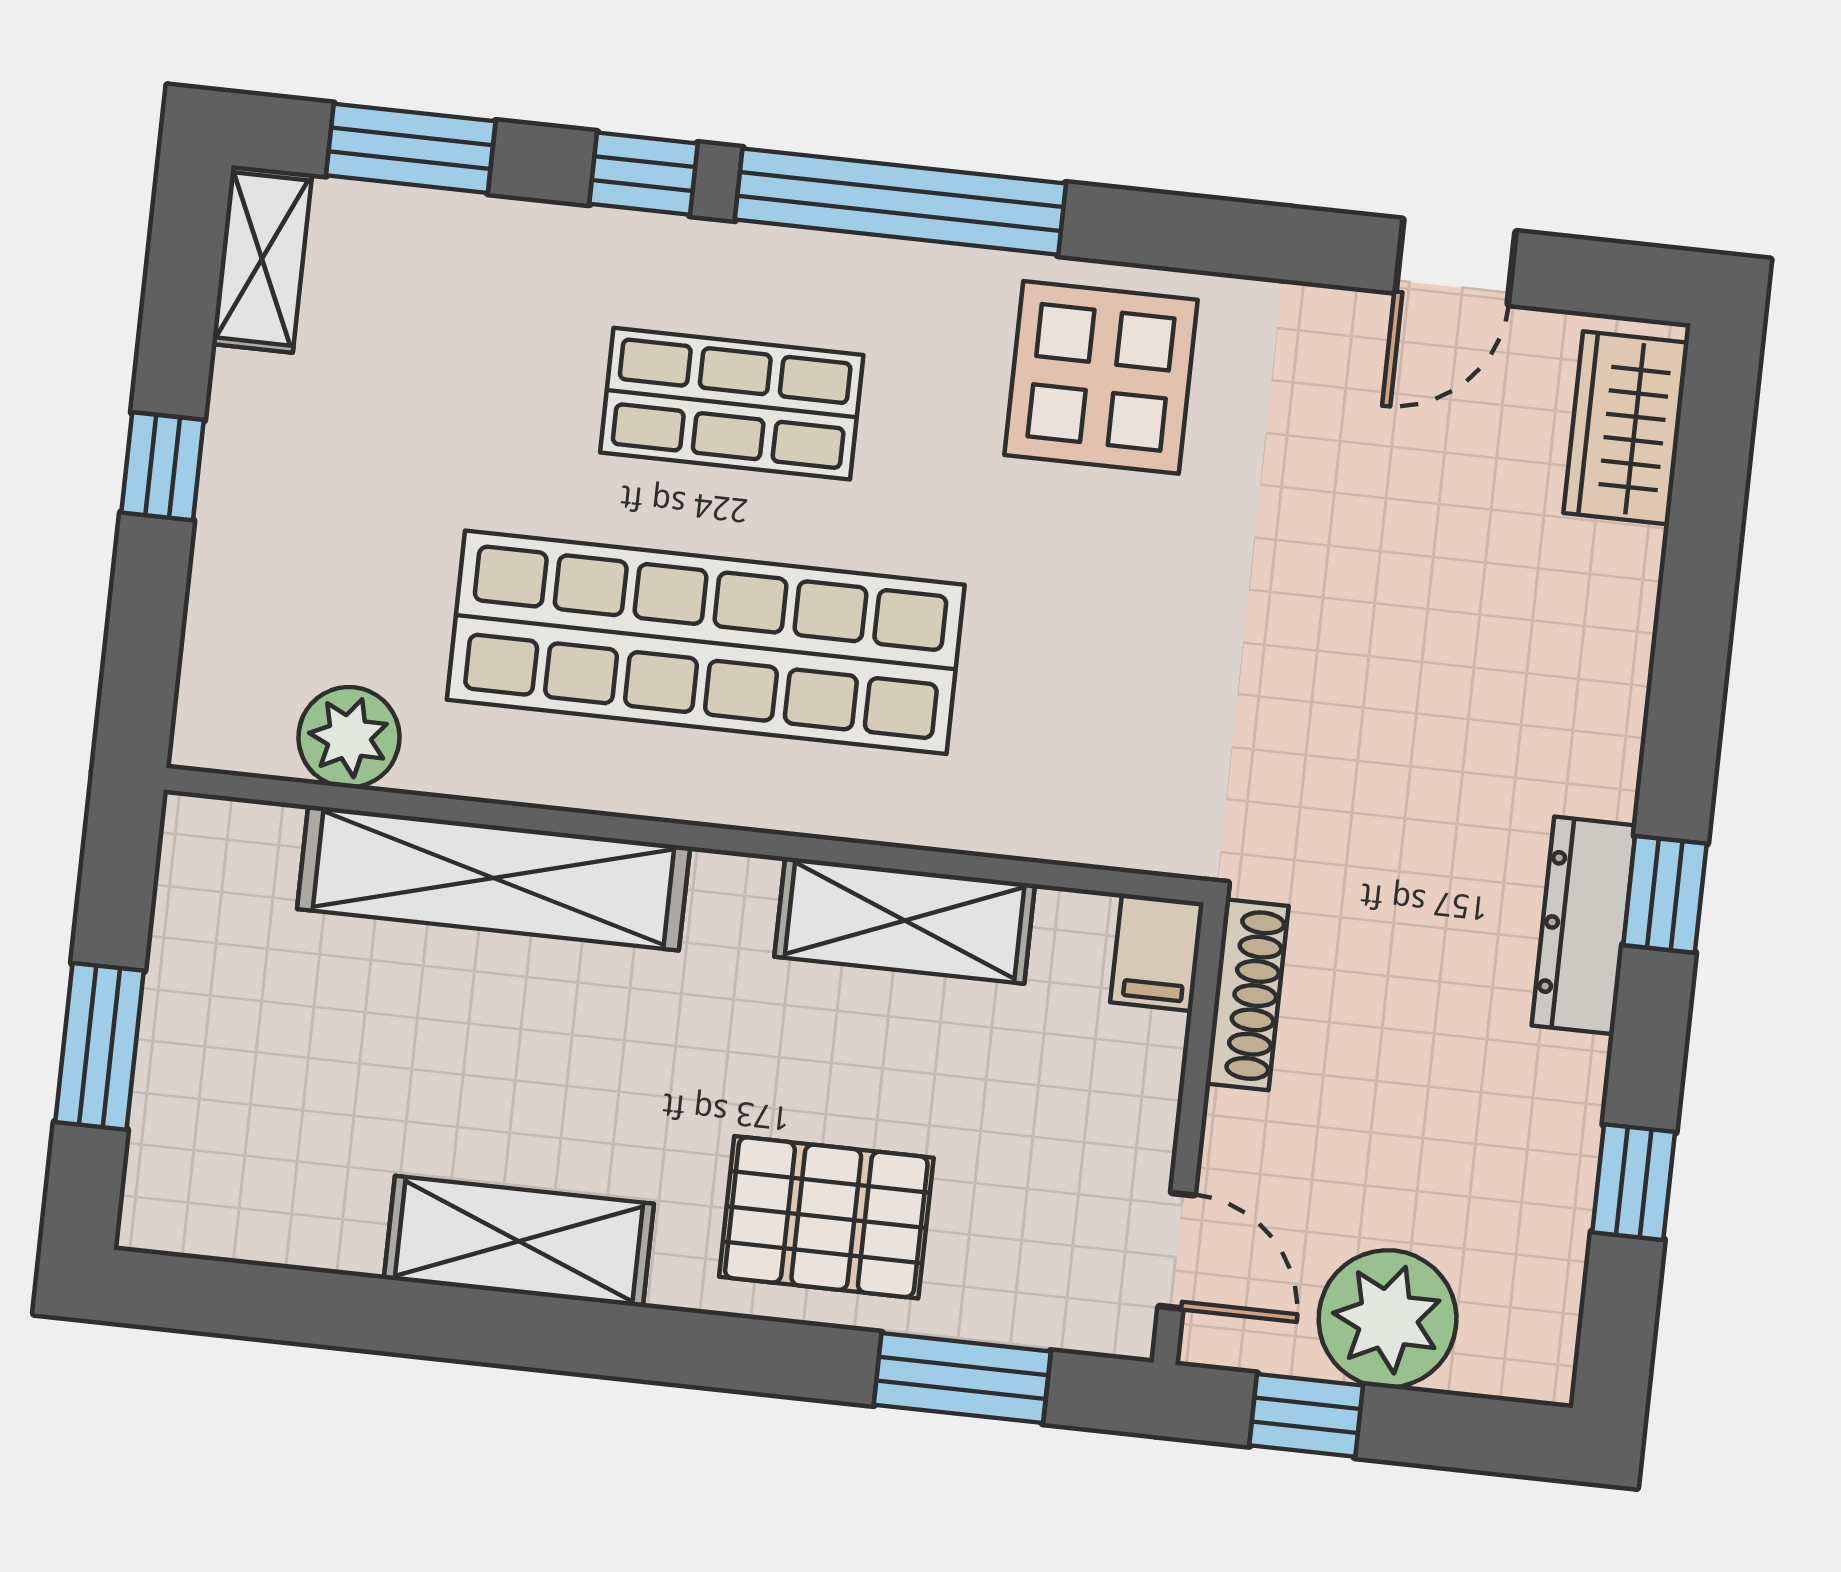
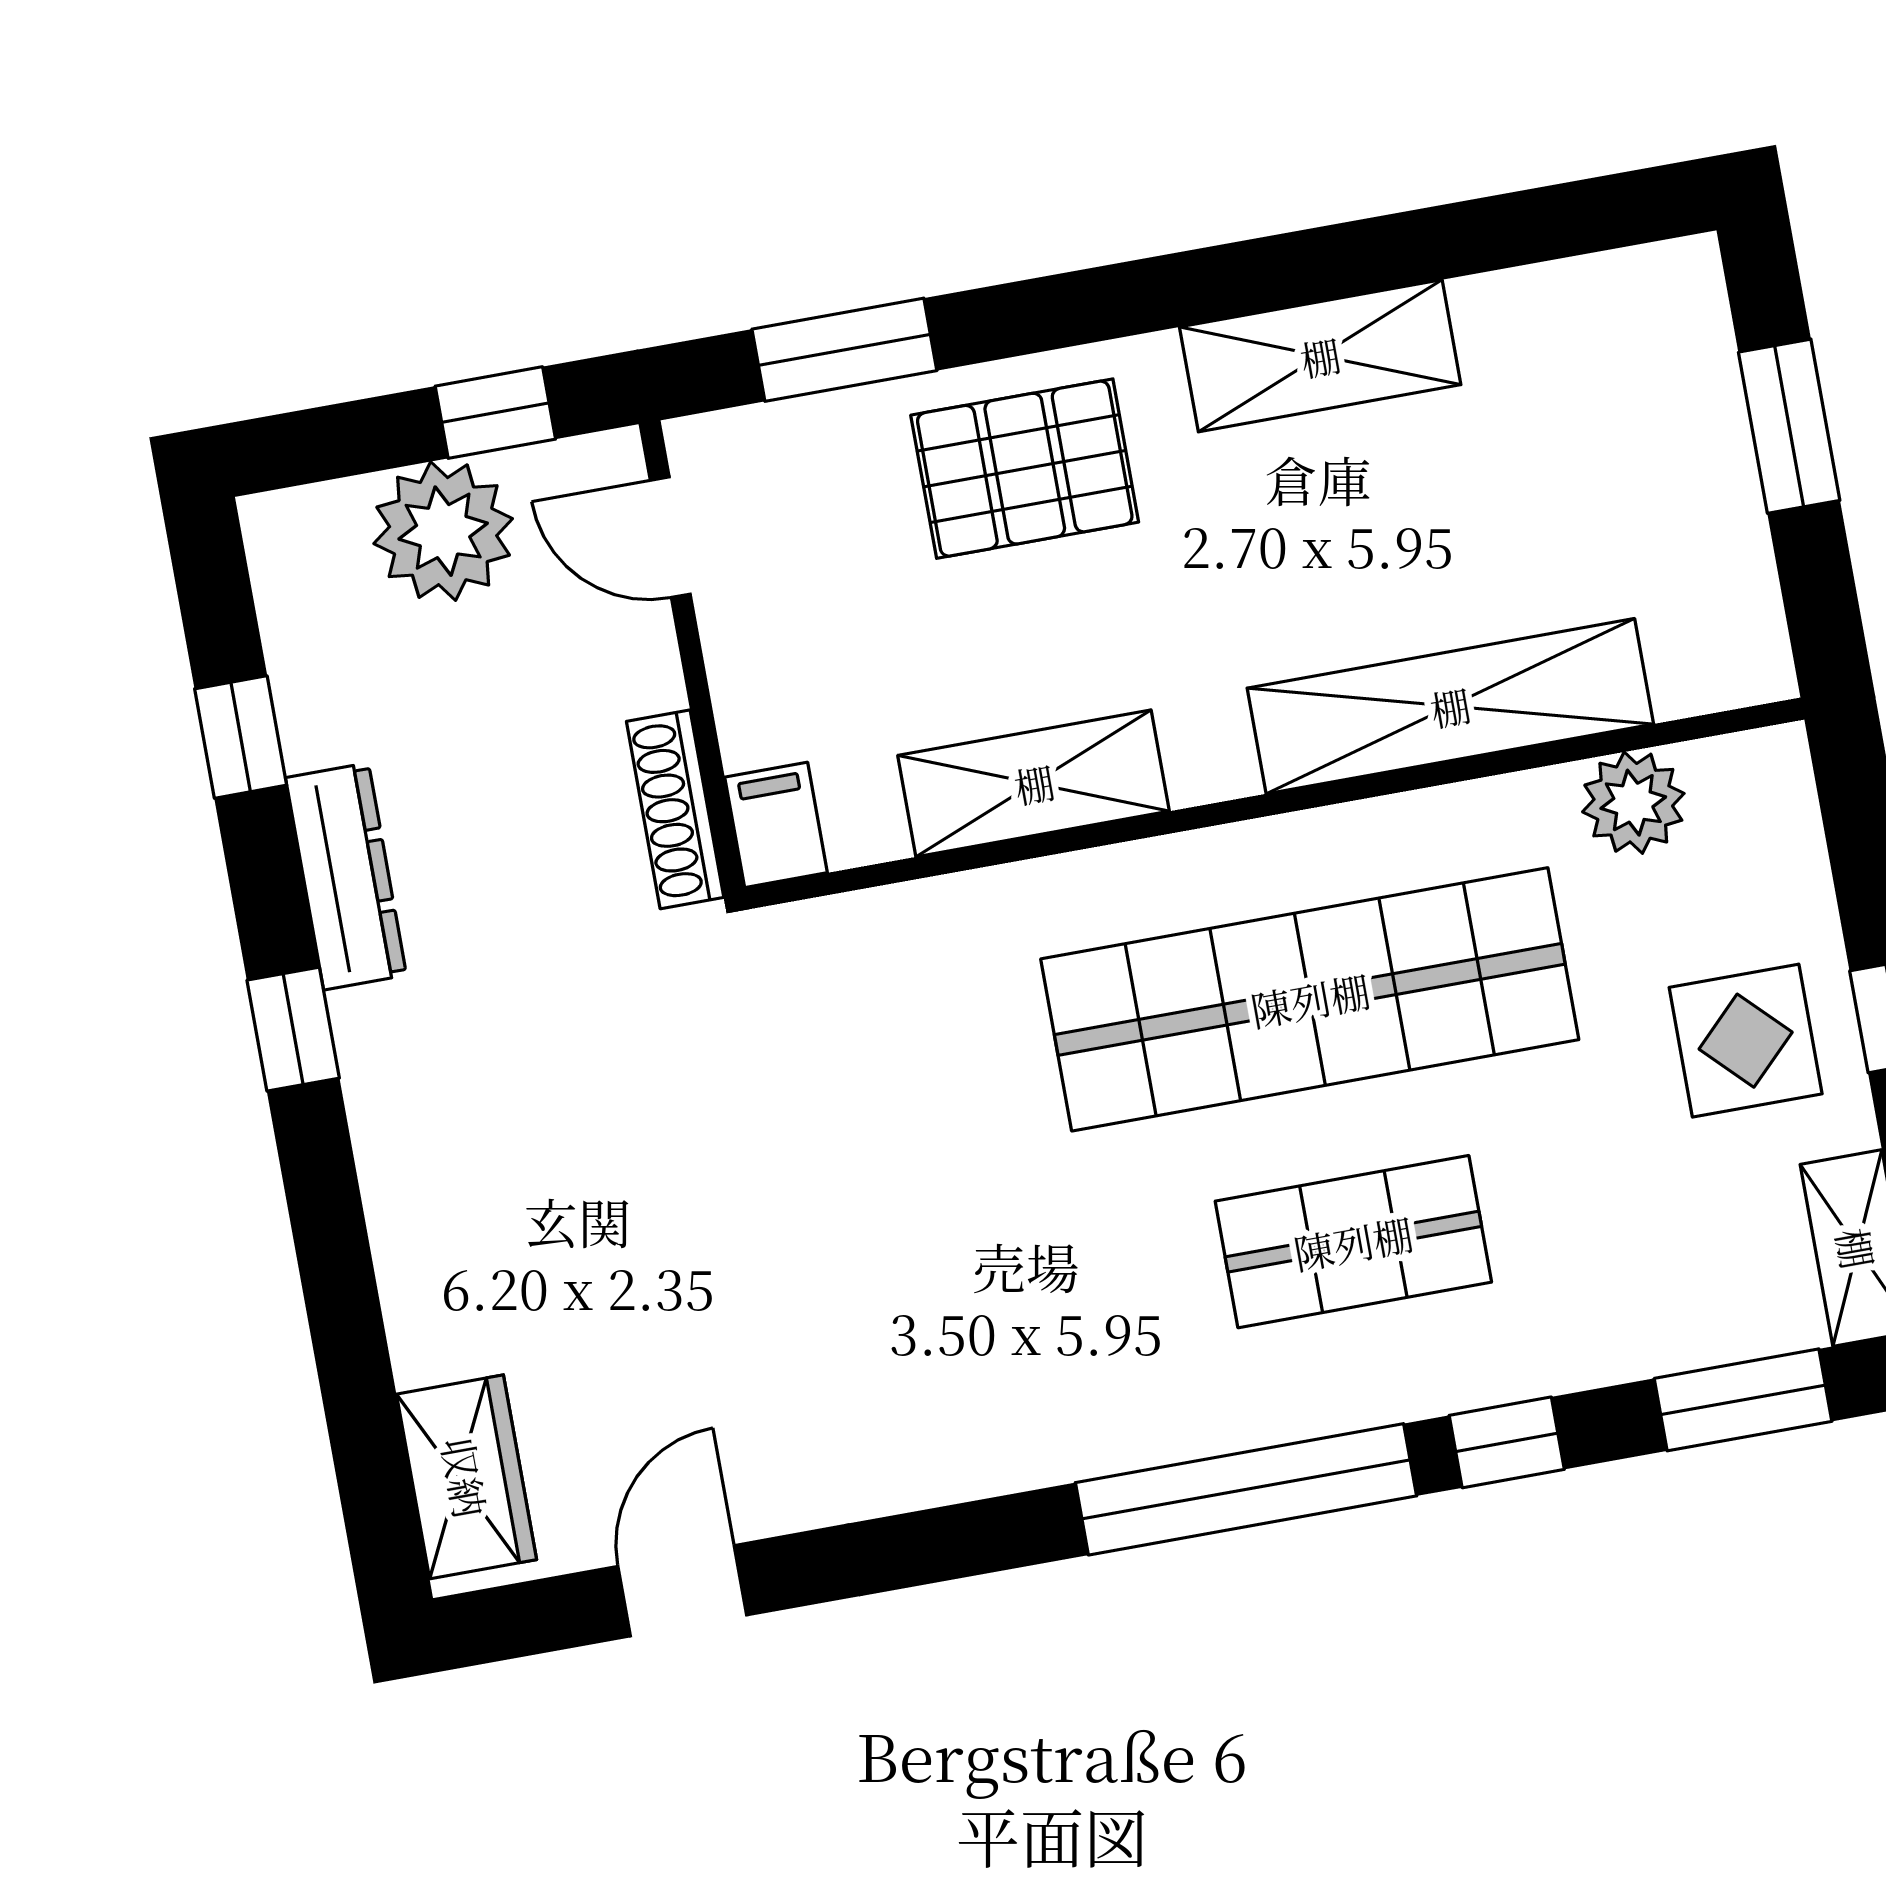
display table: (1101, 377) -> (1746, 1041), moved, width x0.73, depth x0.73
dresser: (1584, 925) -> (346, 876), moved

